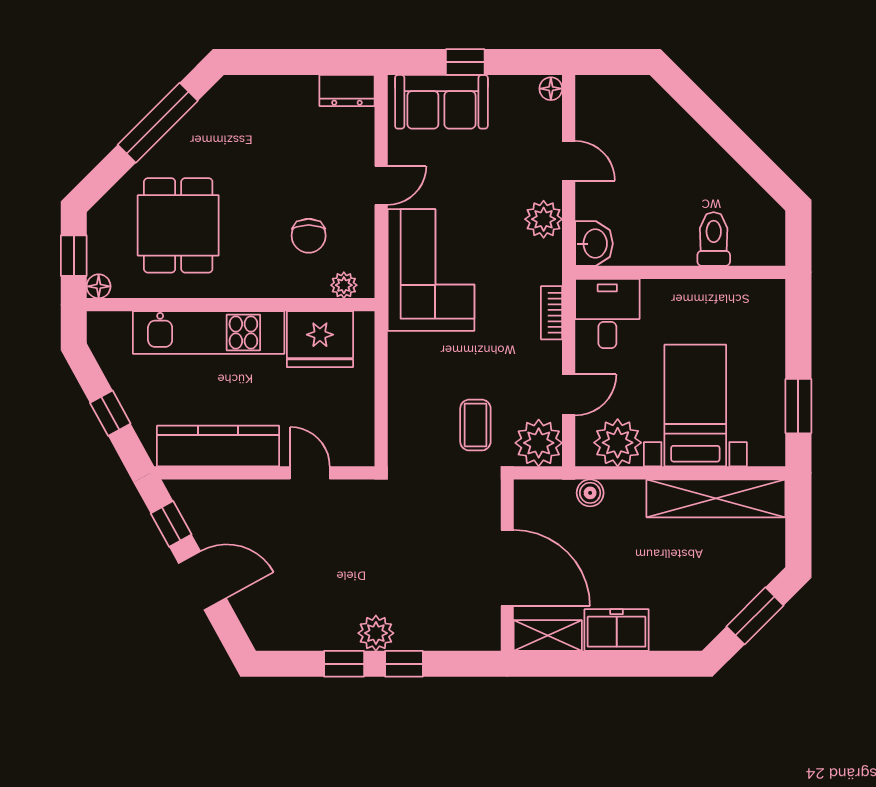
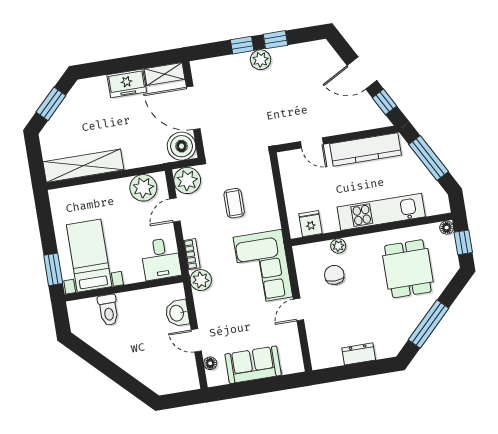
window: (465, 62) -> (263, 386), removed
floor lamp: (551, 89) -> (210, 363), moved
dresser: (347, 91) -> (359, 354), moved
sofa: (441, 102) -> (253, 365), moved
plant: (544, 219) -> (201, 280), moved
washbasin: (594, 244) -> (177, 313), moved
plant: (344, 285) -> (338, 246), moved
fridge: (320, 339) -> (310, 224), width x0.53, depth x0.75
bed with nightstands: (695, 406) -> (89, 256), moved, turned 180
window: (798, 406) -> (53, 269), moved
window: (110, 413) -> (429, 158), width x2.17
coffee table: (475, 425) -> (234, 203), moved
boiler: (590, 493) -> (181, 146), moved, width x1.86, depth x1.86

